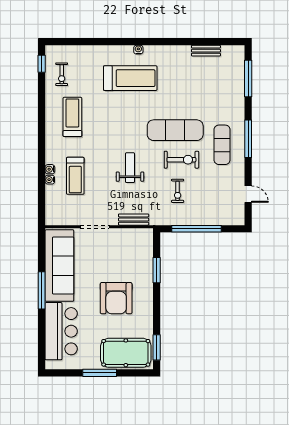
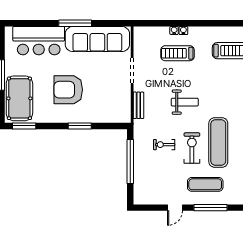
exercise bike: (181, 160) -> (192, 148), turned 180
door: (248, 194) -> (175, 208), moved
window: (157, 270) -> (80, 126), moved

